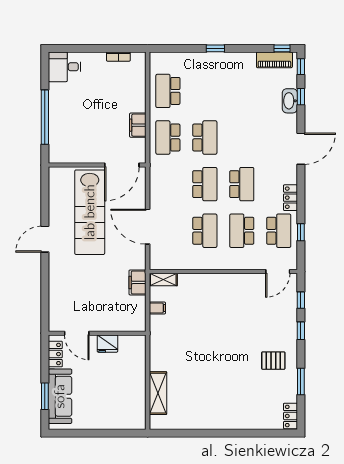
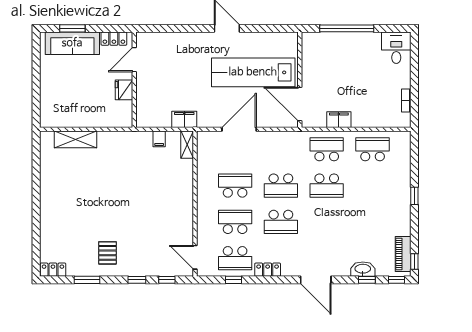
school desk: (205, 231) -> (235, 186), turned 180

